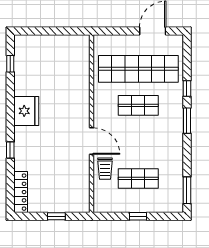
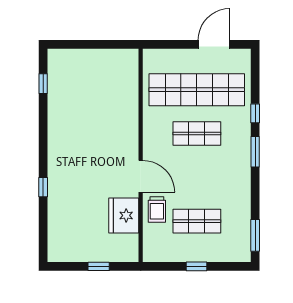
fridge: (26, 111) -> (124, 215), moved, turned 180
locker: (21, 192) -> (56, 237), removed

